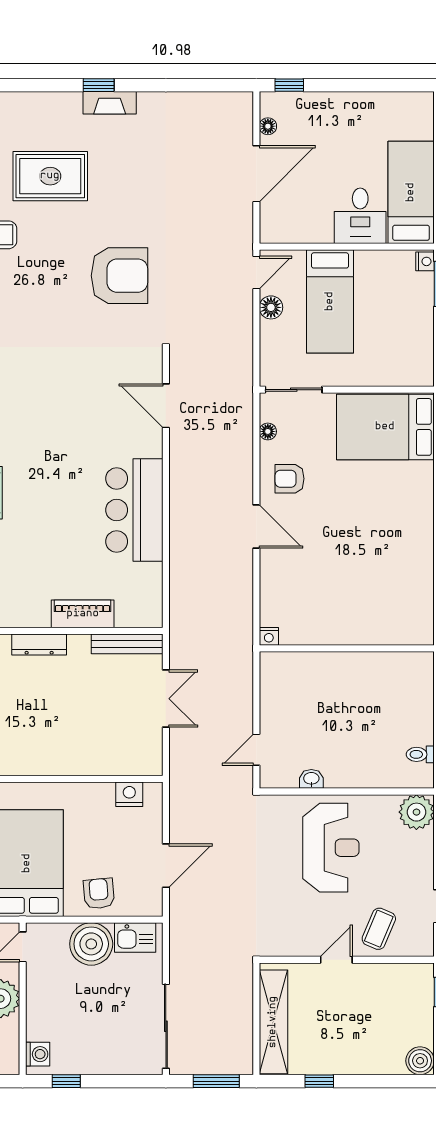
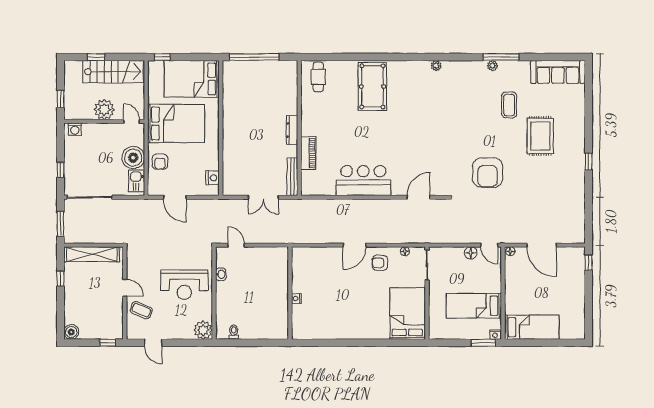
fireplace: (110, 103) -> (579, 167), removed
floor lamp: (268, 126) -> (510, 251), moved
desk: (360, 216) -> (519, 300), removed
bed: (330, 301) -> (474, 306), moved
armchair: (290, 479) -> (380, 263), turned -90
nightstand: (269, 636) -> (296, 298), moved
armchair: (99, 894) -> (160, 162), turned 95
window: (66, 1081) -> (61, 170), moved

